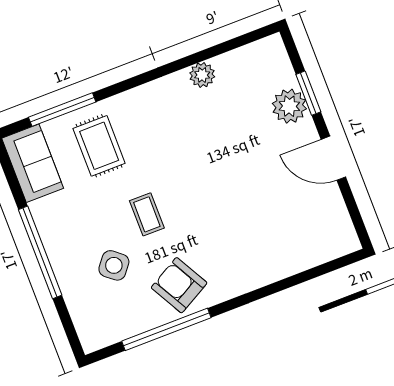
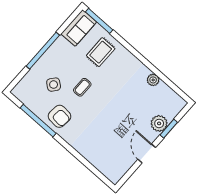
window: (62, 110) -> (99, 21), moved
armchair: (179, 285) -> (60, 116), turned 124

